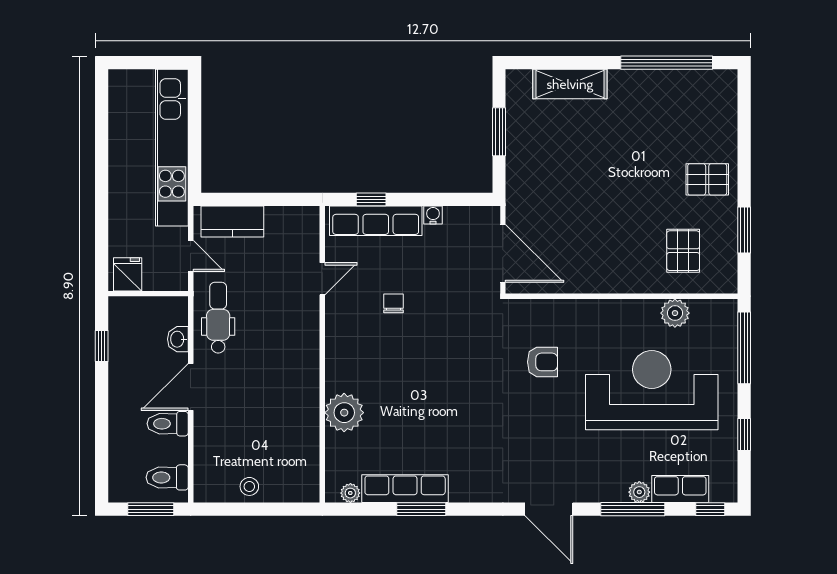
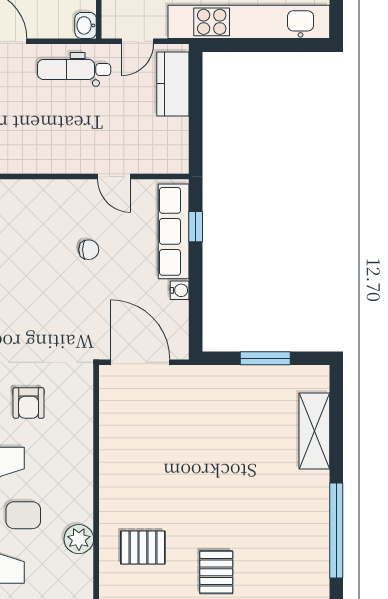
door: (503, 253) -> (140, 362), swing flipped
dental chair: (218, 318) -> (74, 69), turned 180
washbasin: (178, 339) -> (86, 25), moved, turned -90

